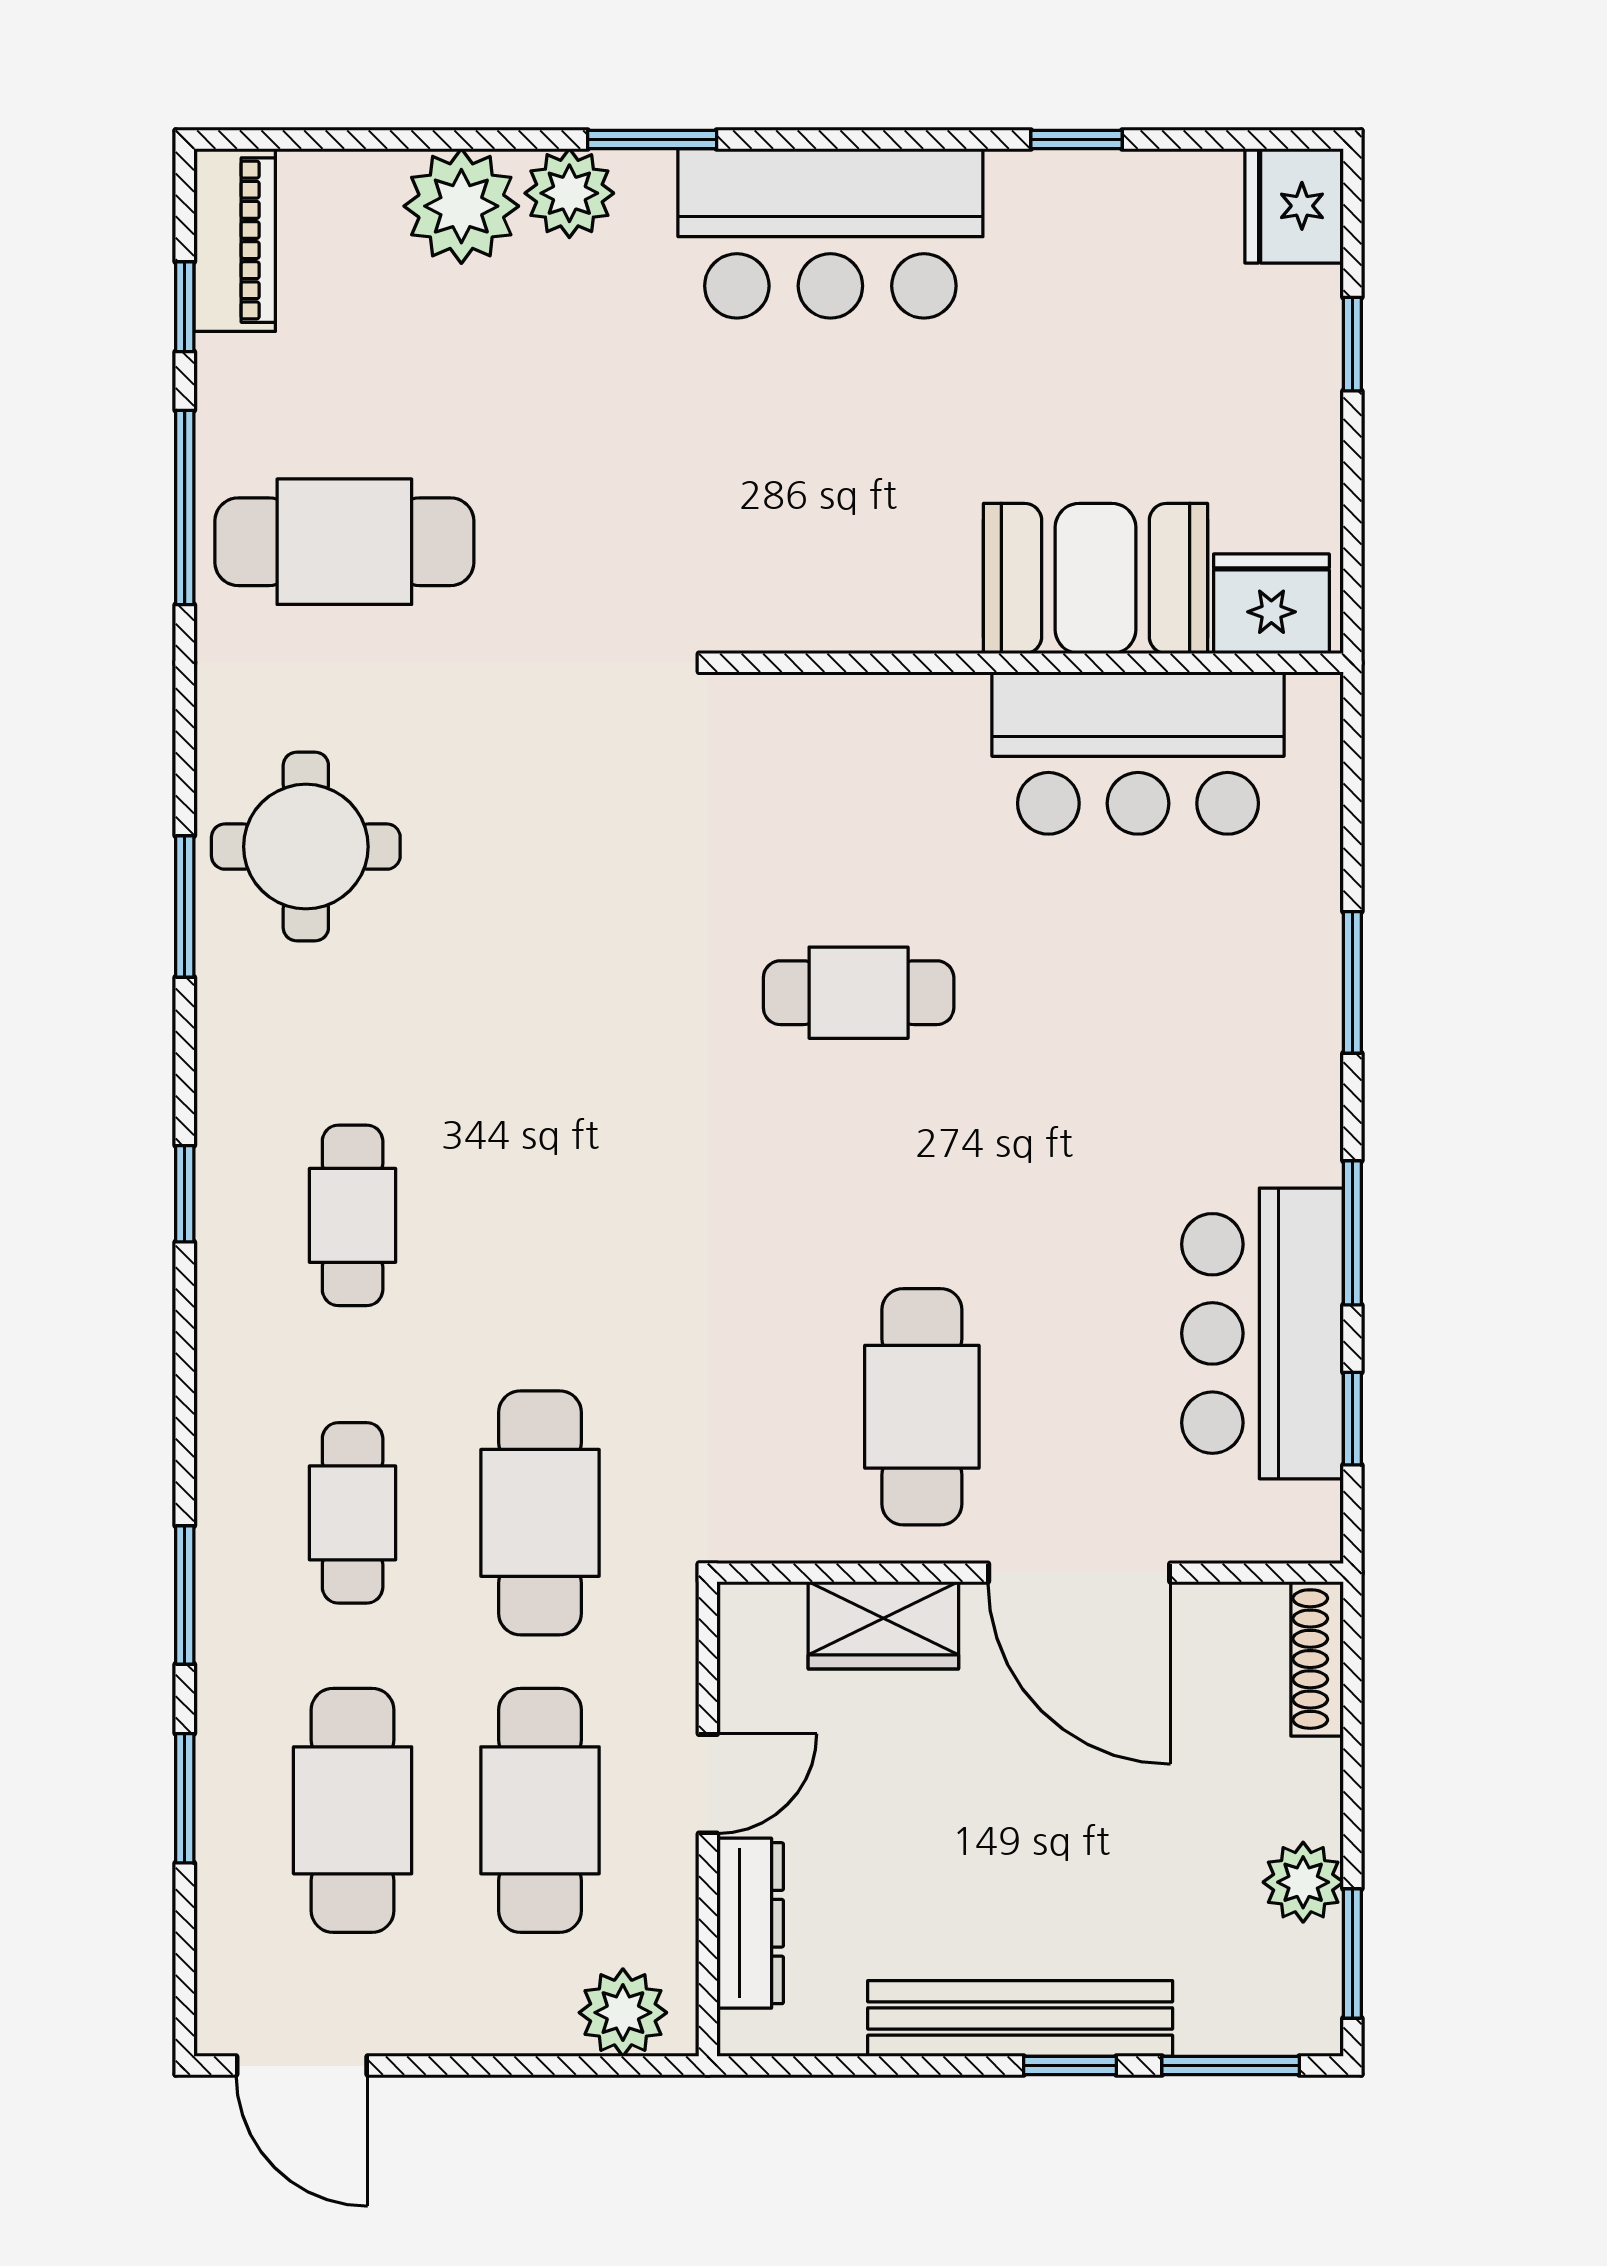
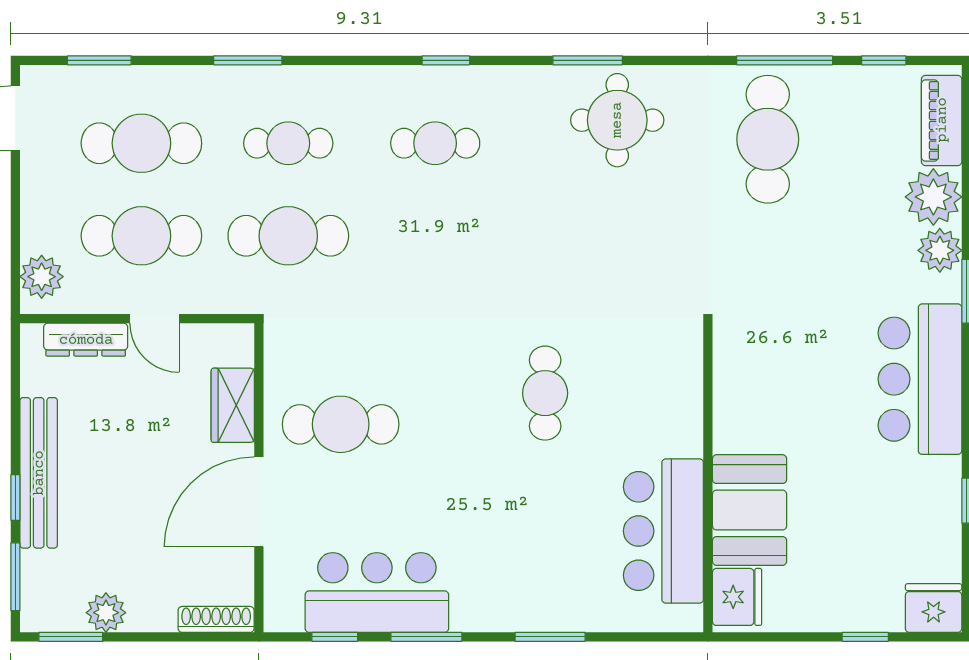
piano: (235, 240) -> (942, 120), moved, turned 90
window: (185, 1798) -> (99, 60), moved

